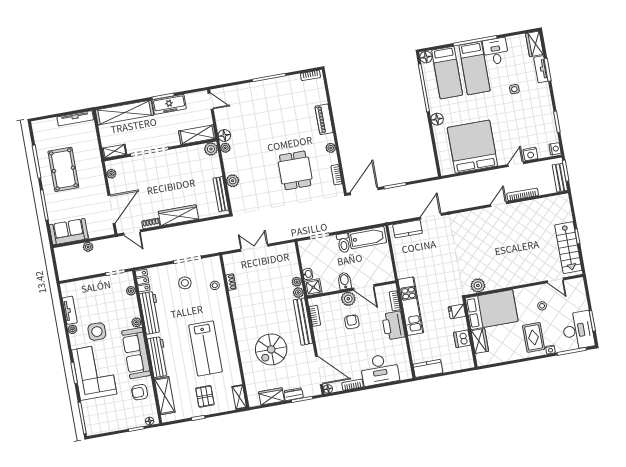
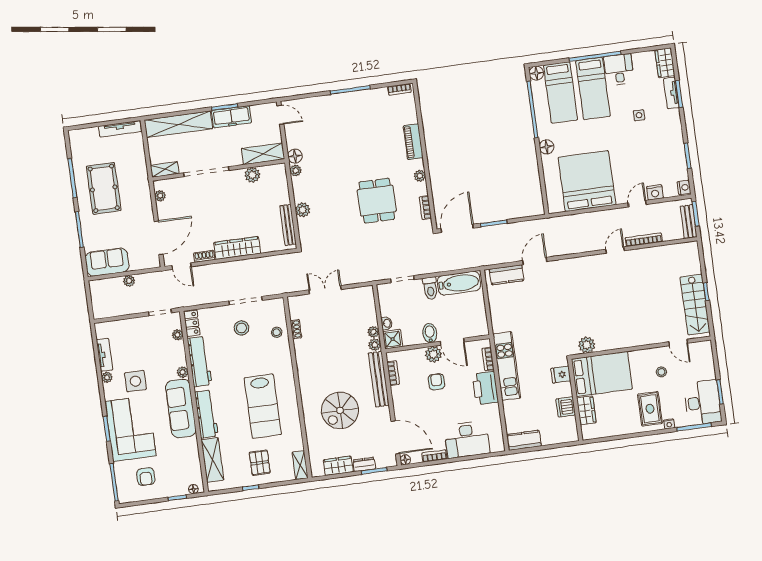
plant: (211, 149) -> (252, 175), moved
armchair: (140, 392) -> (146, 477), moved, turned -89

